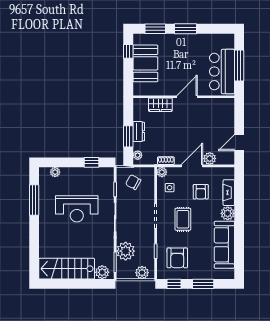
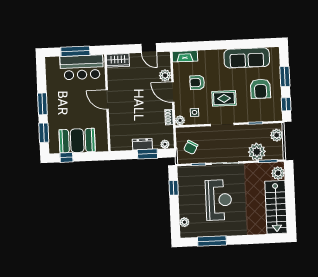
wardrobe: (160, 105) -> (118, 60), moved, turned 90
armchair: (201, 192) -> (197, 83), turned 180
fireplace: (229, 193) -> (185, 56), moved
plant: (228, 213) -> (217, 56), removed
armchair: (177, 258) -> (261, 89), moved, turned 90

